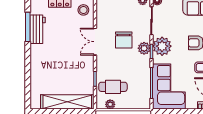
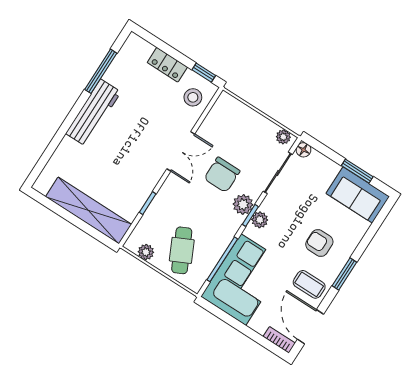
workbench: (38, 29) -> (93, 113), moved, width x1.38
double door: (95, 42) -> (181, 151), swing flipped
plant: (162, 46) -> (260, 220), width x0.53, depth x0.53
cafe table: (113, 87) -> (182, 250), moved, turned 64

